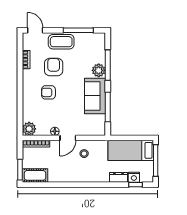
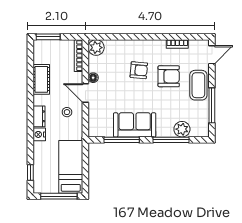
plant: (99, 70) -> (182, 129), moved
armchair: (48, 92) -> (139, 70), turned 95
cot: (35, 175) -> (41, 79), moved
dresser: (118, 177) -> (39, 116), moved
nightstand: (134, 177) -> (39, 134), moved

